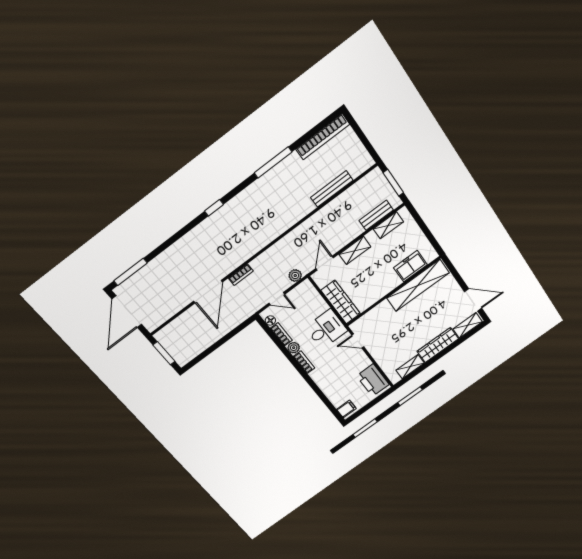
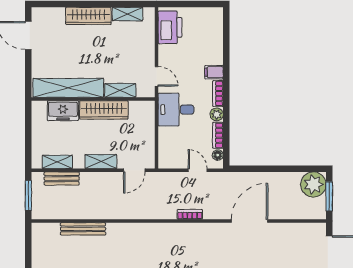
bookcase: (241, 275) -> (190, 214), moved
plant: (295, 276) -> (313, 185), moved, width x1.88, depth x1.88
wardrobe: (341, 302) -> (104, 110), moved, turned -90
shelving: (468, 325) -> (120, 90), moved
filing cabinet: (346, 409) -> (214, 72), moved

